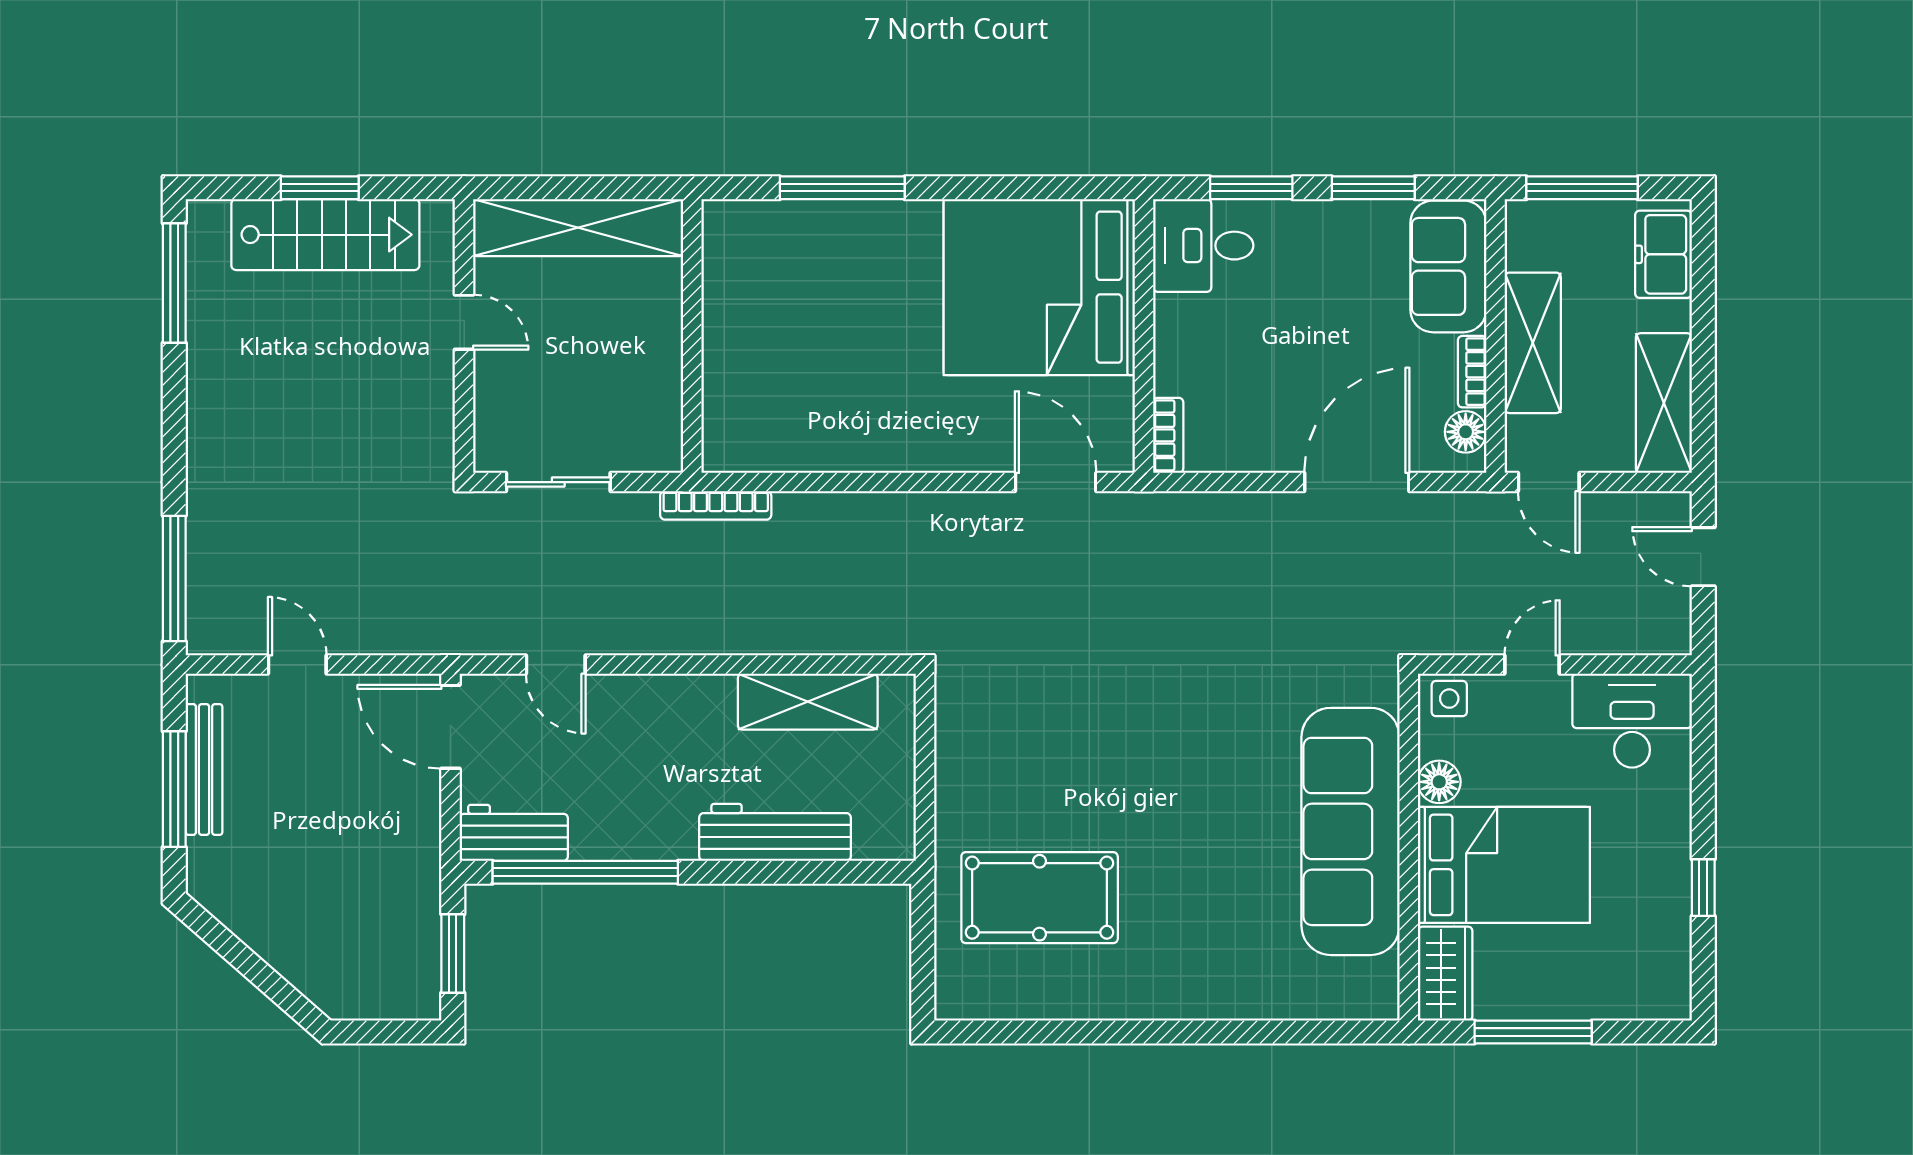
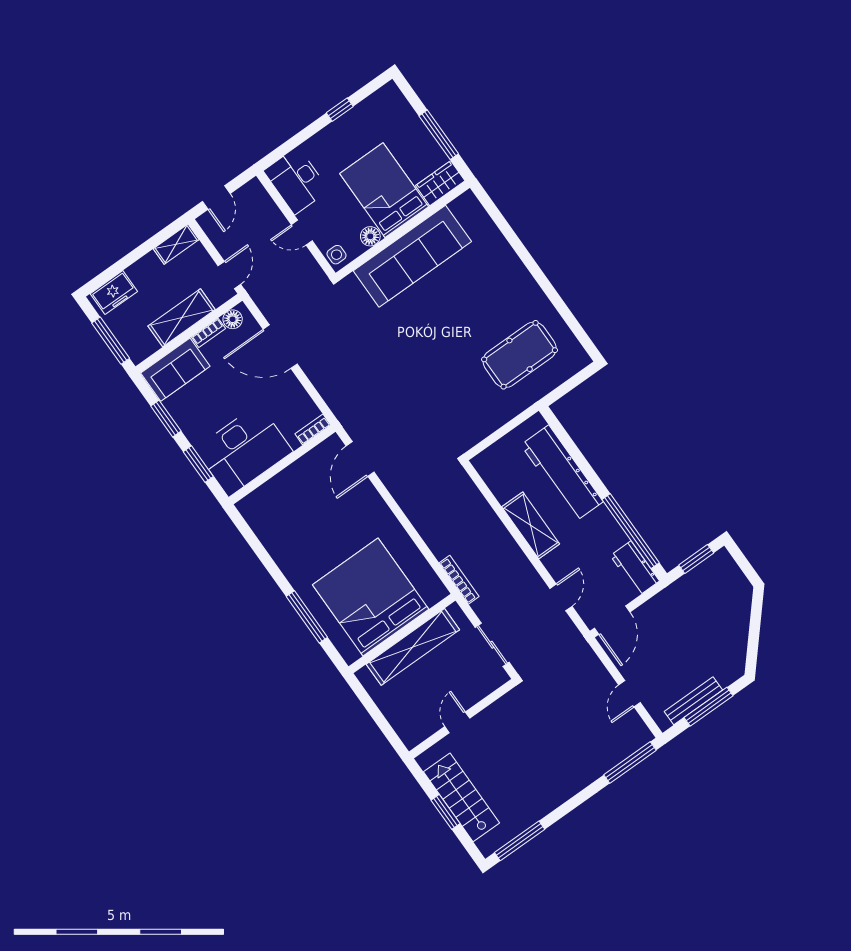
shelving: (578, 228) -> (413, 647), moved, turned 90
desk: (1203, 246) -> (244, 450), width x1.87, depth x1.30
bed: (1039, 287) -> (371, 597), moved, turned 180
shelving: (1664, 403) -> (176, 244), width x0.67, depth x0.75
shelving: (808, 702) -> (531, 525), moved
workbench: (775, 832) -> (562, 473), width x1.36, depth x1.32
pool table: (1040, 898) -> (520, 355), turned 90

